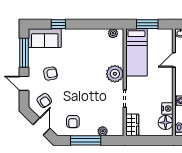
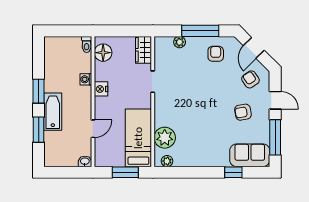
plant: (115, 74) -> (165, 138), moved
nightstand: (167, 108) -> (101, 89), moved

